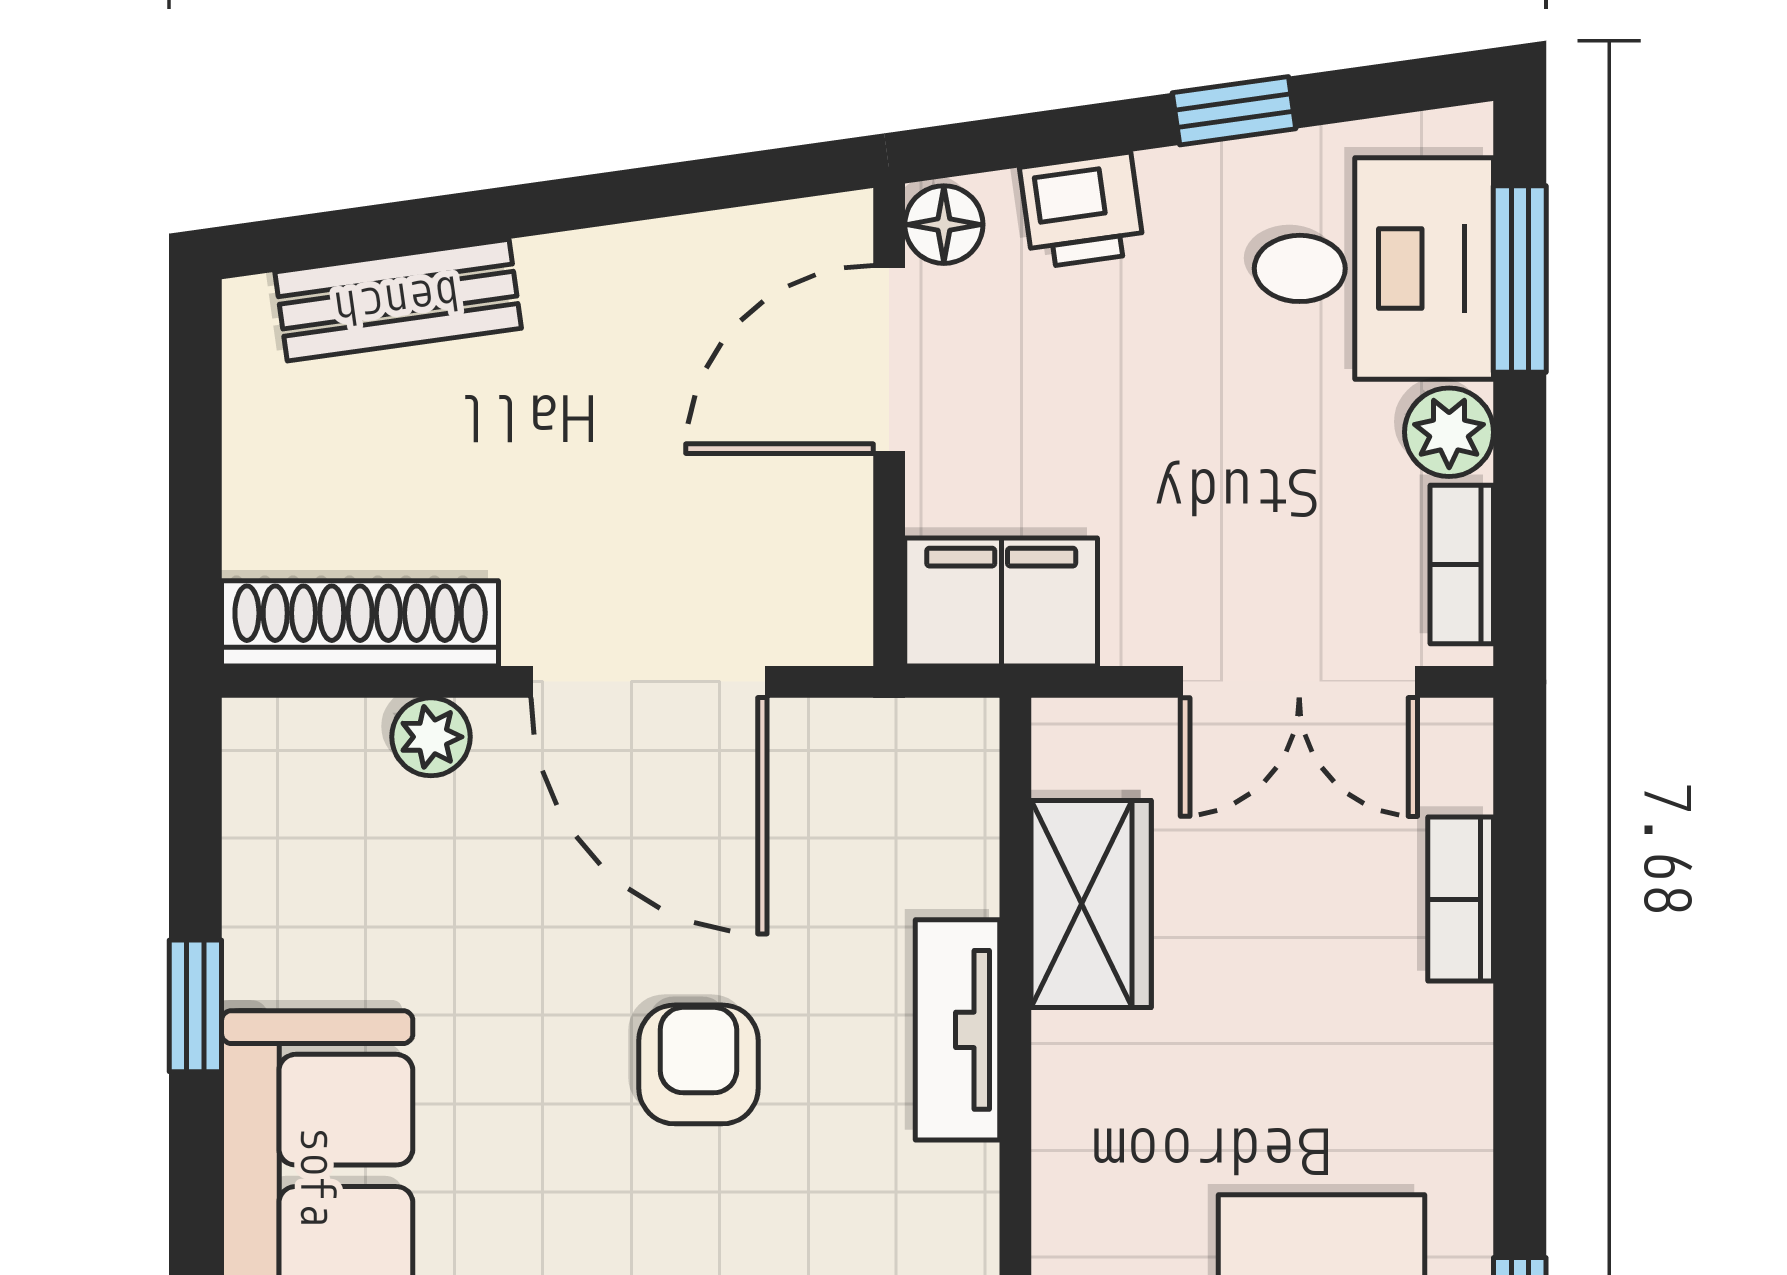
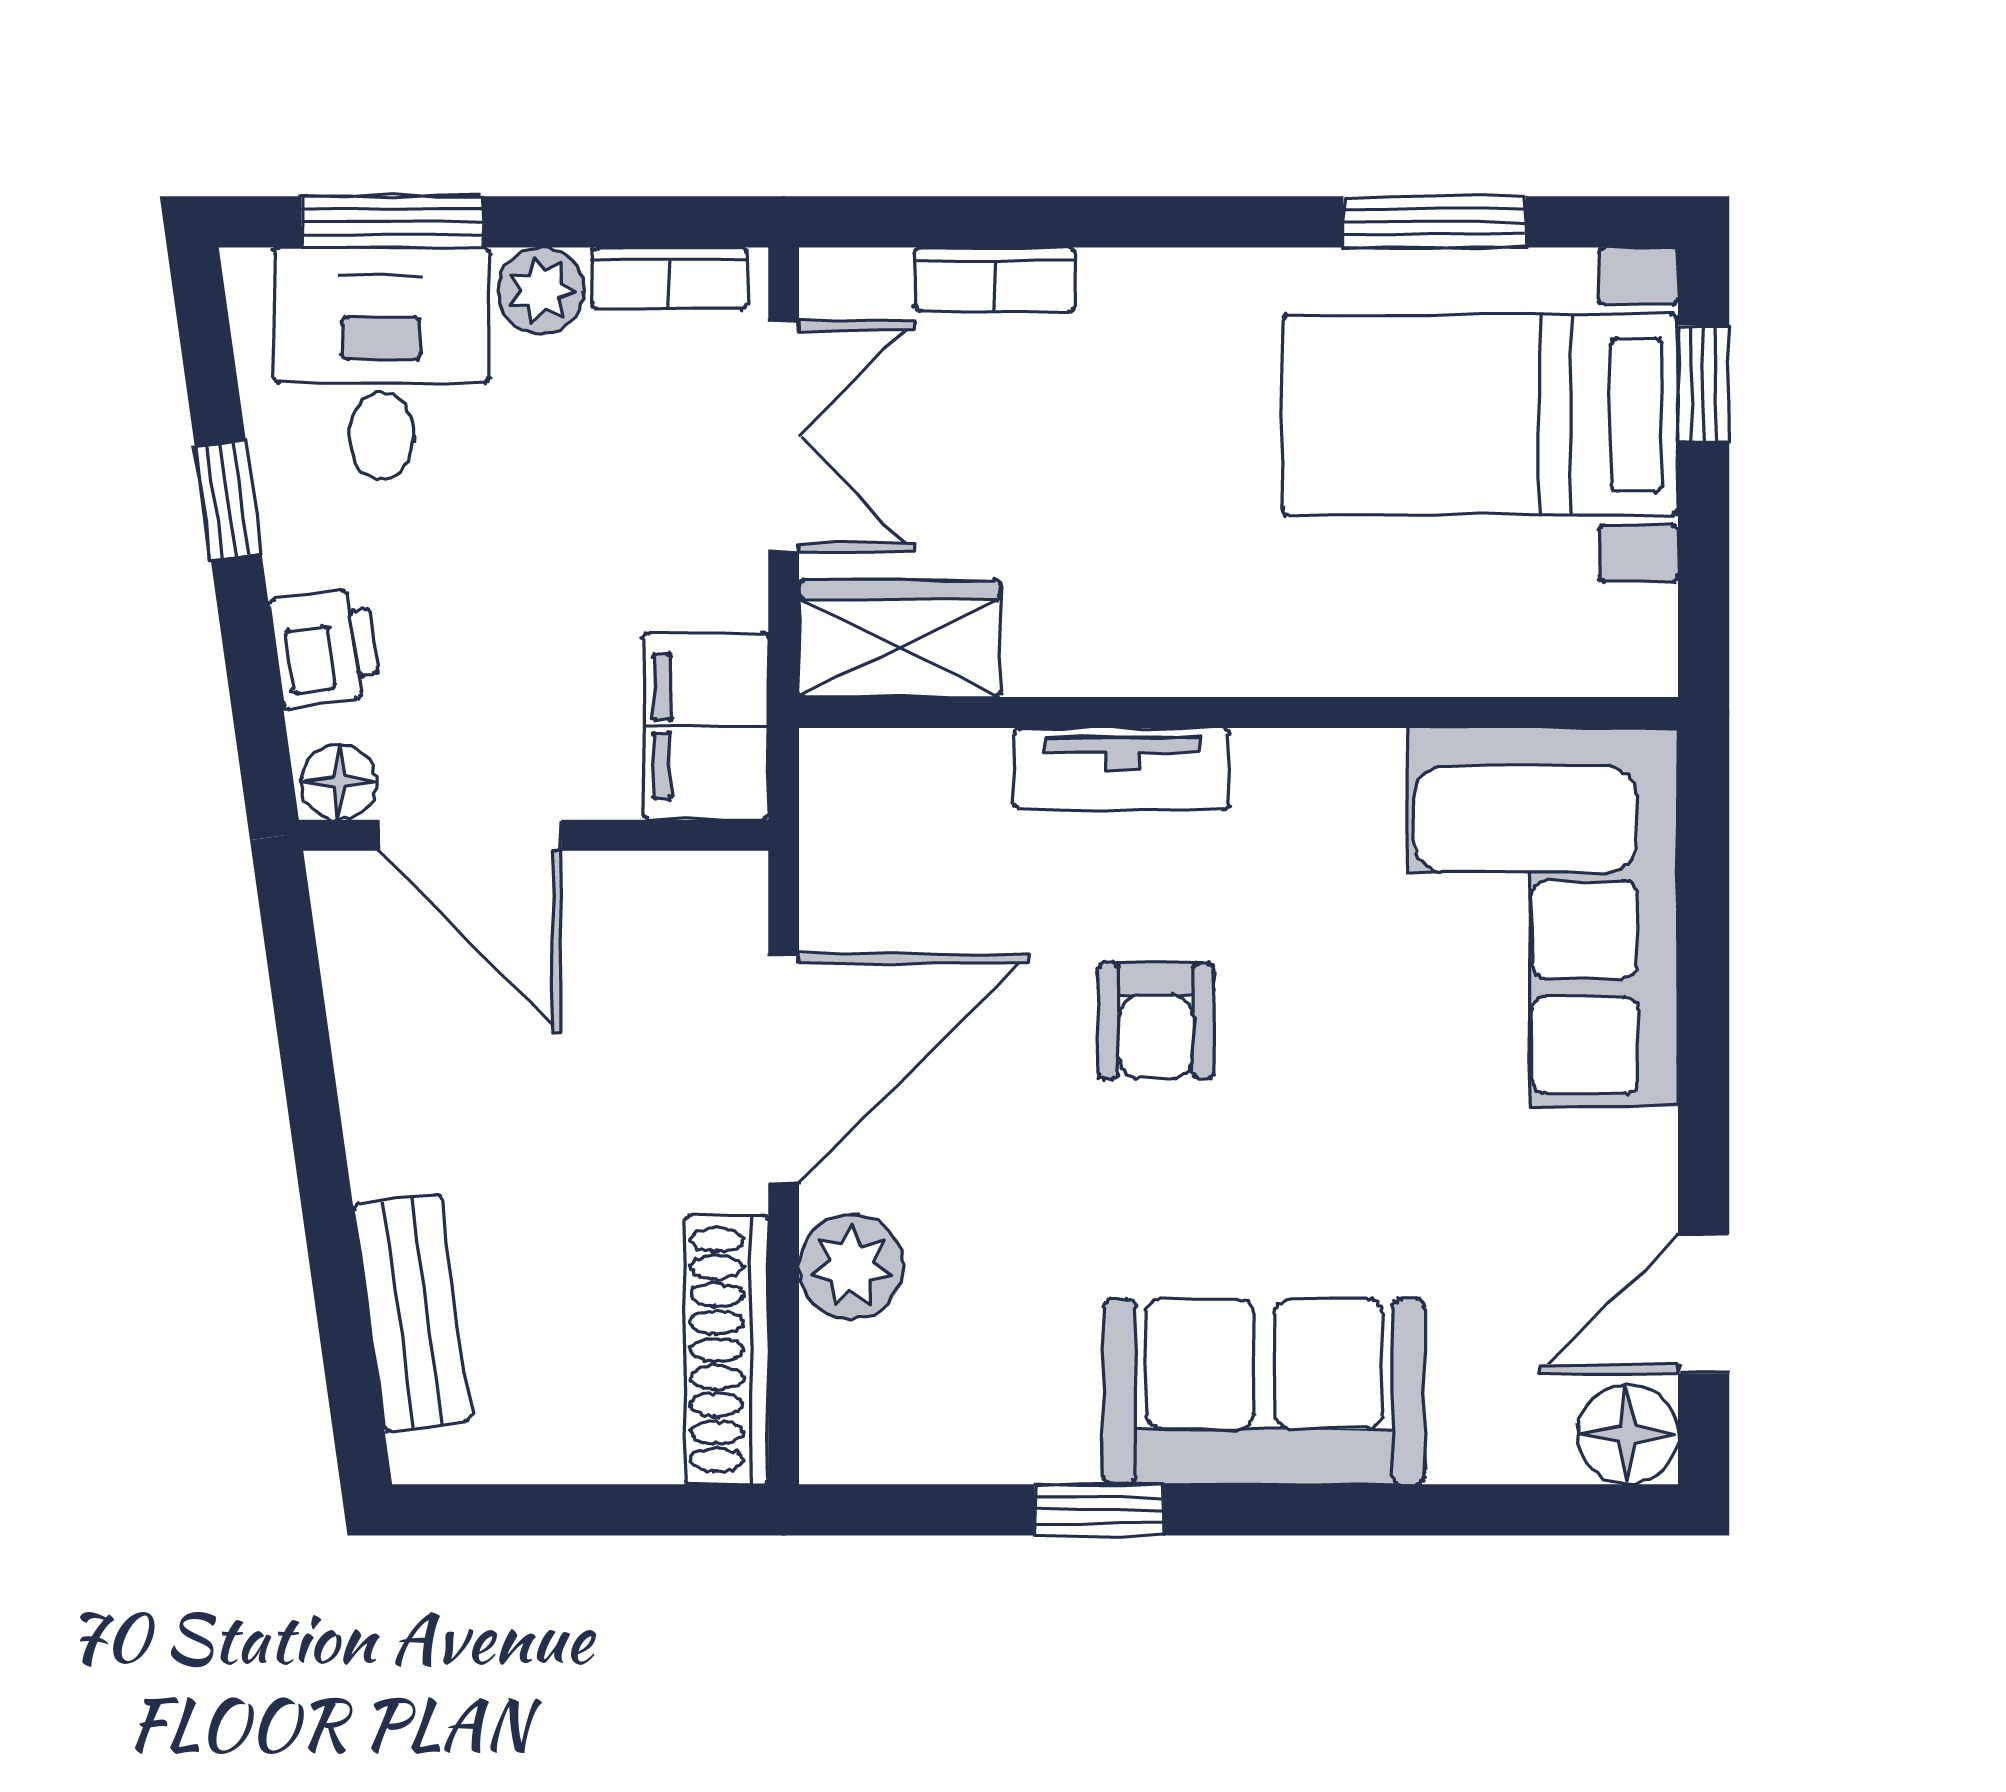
plant: (431, 737) -> (851, 1267), width x1.38, depth x1.38
wardrobe: (1091, 904) -> (900, 639), moved
armchair: (698, 1064) -> (1156, 1021), turned -90

